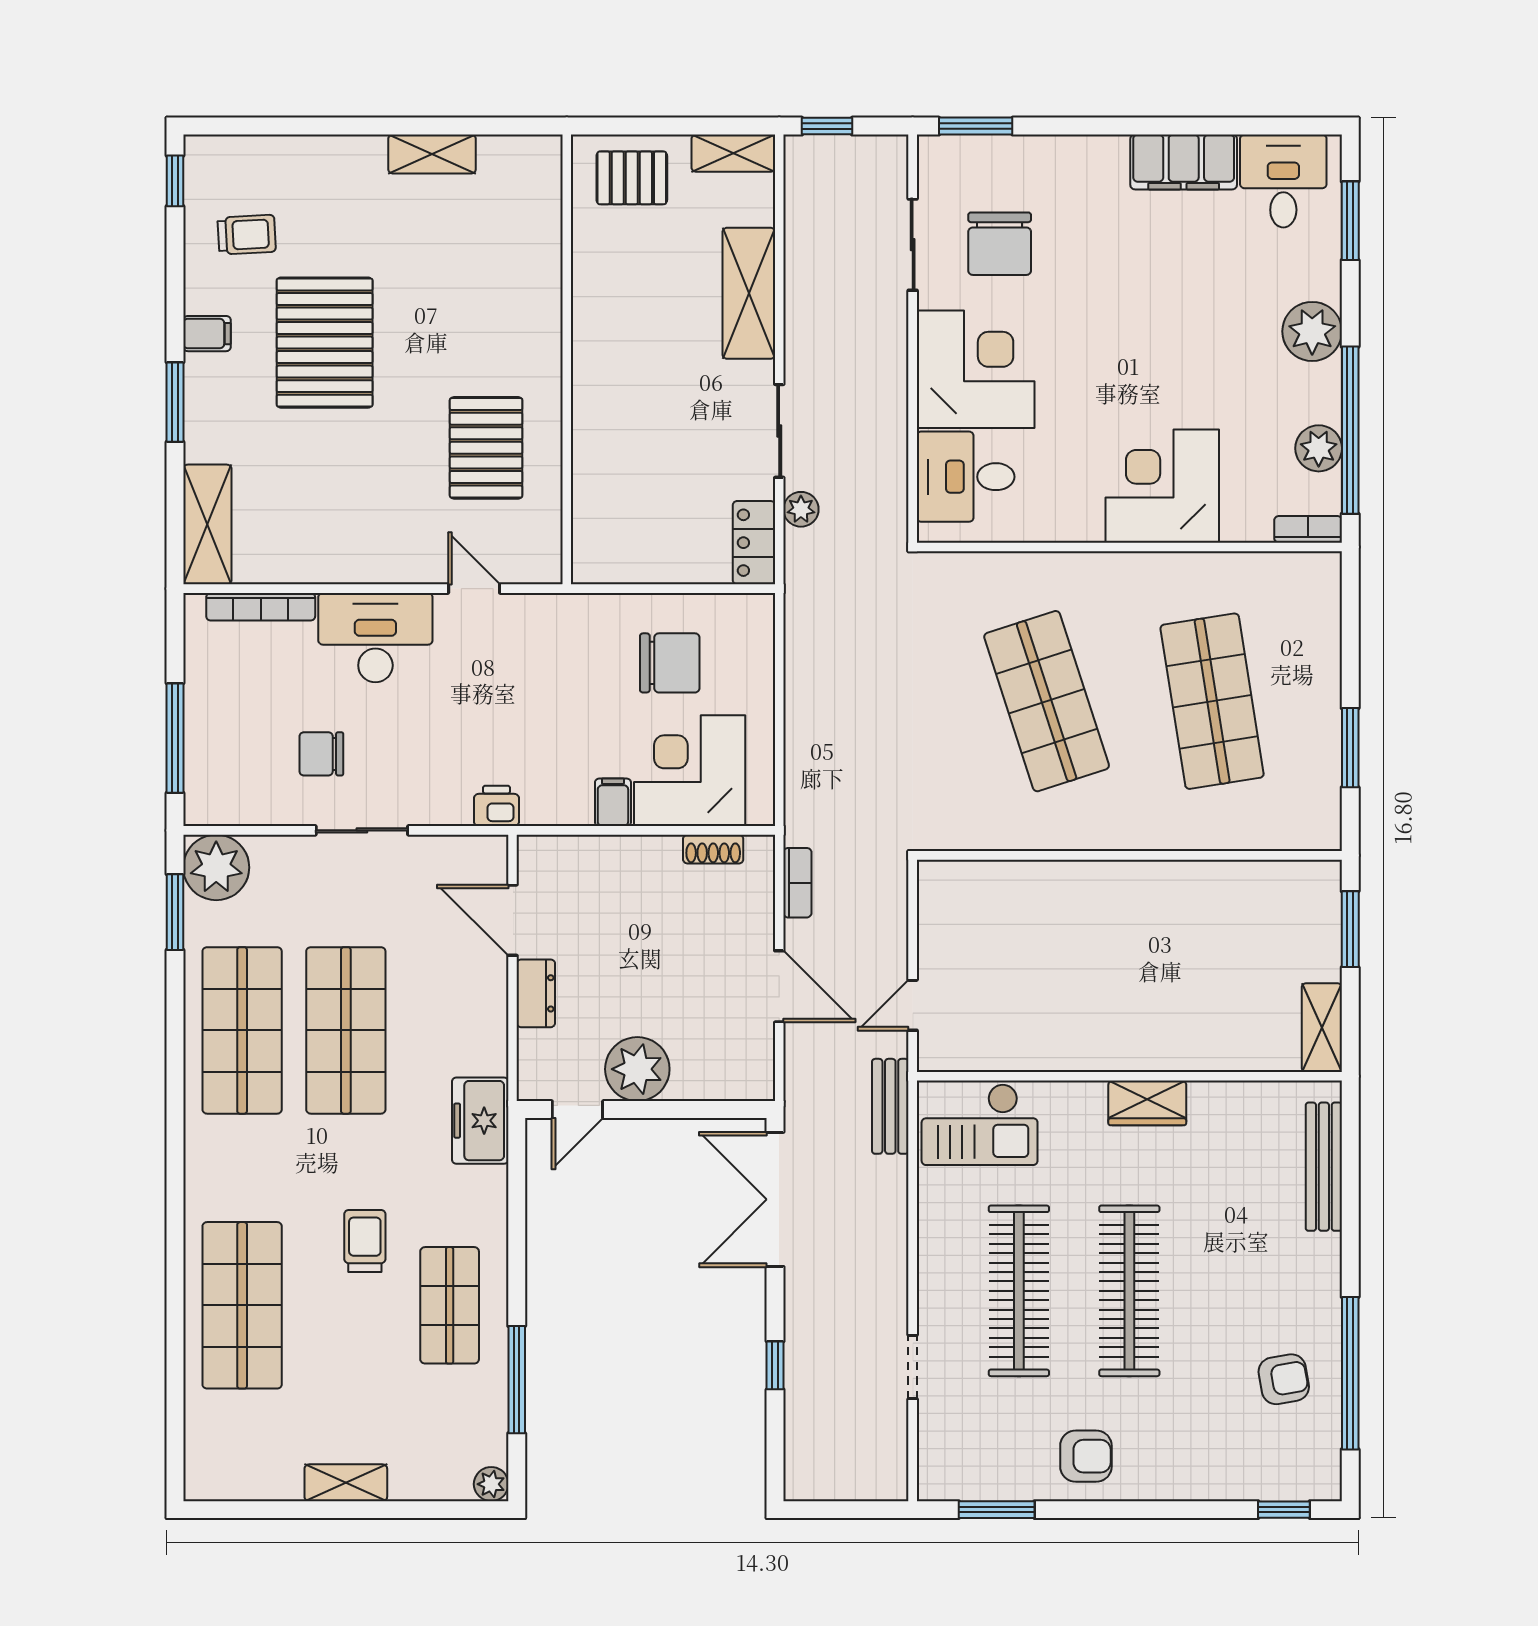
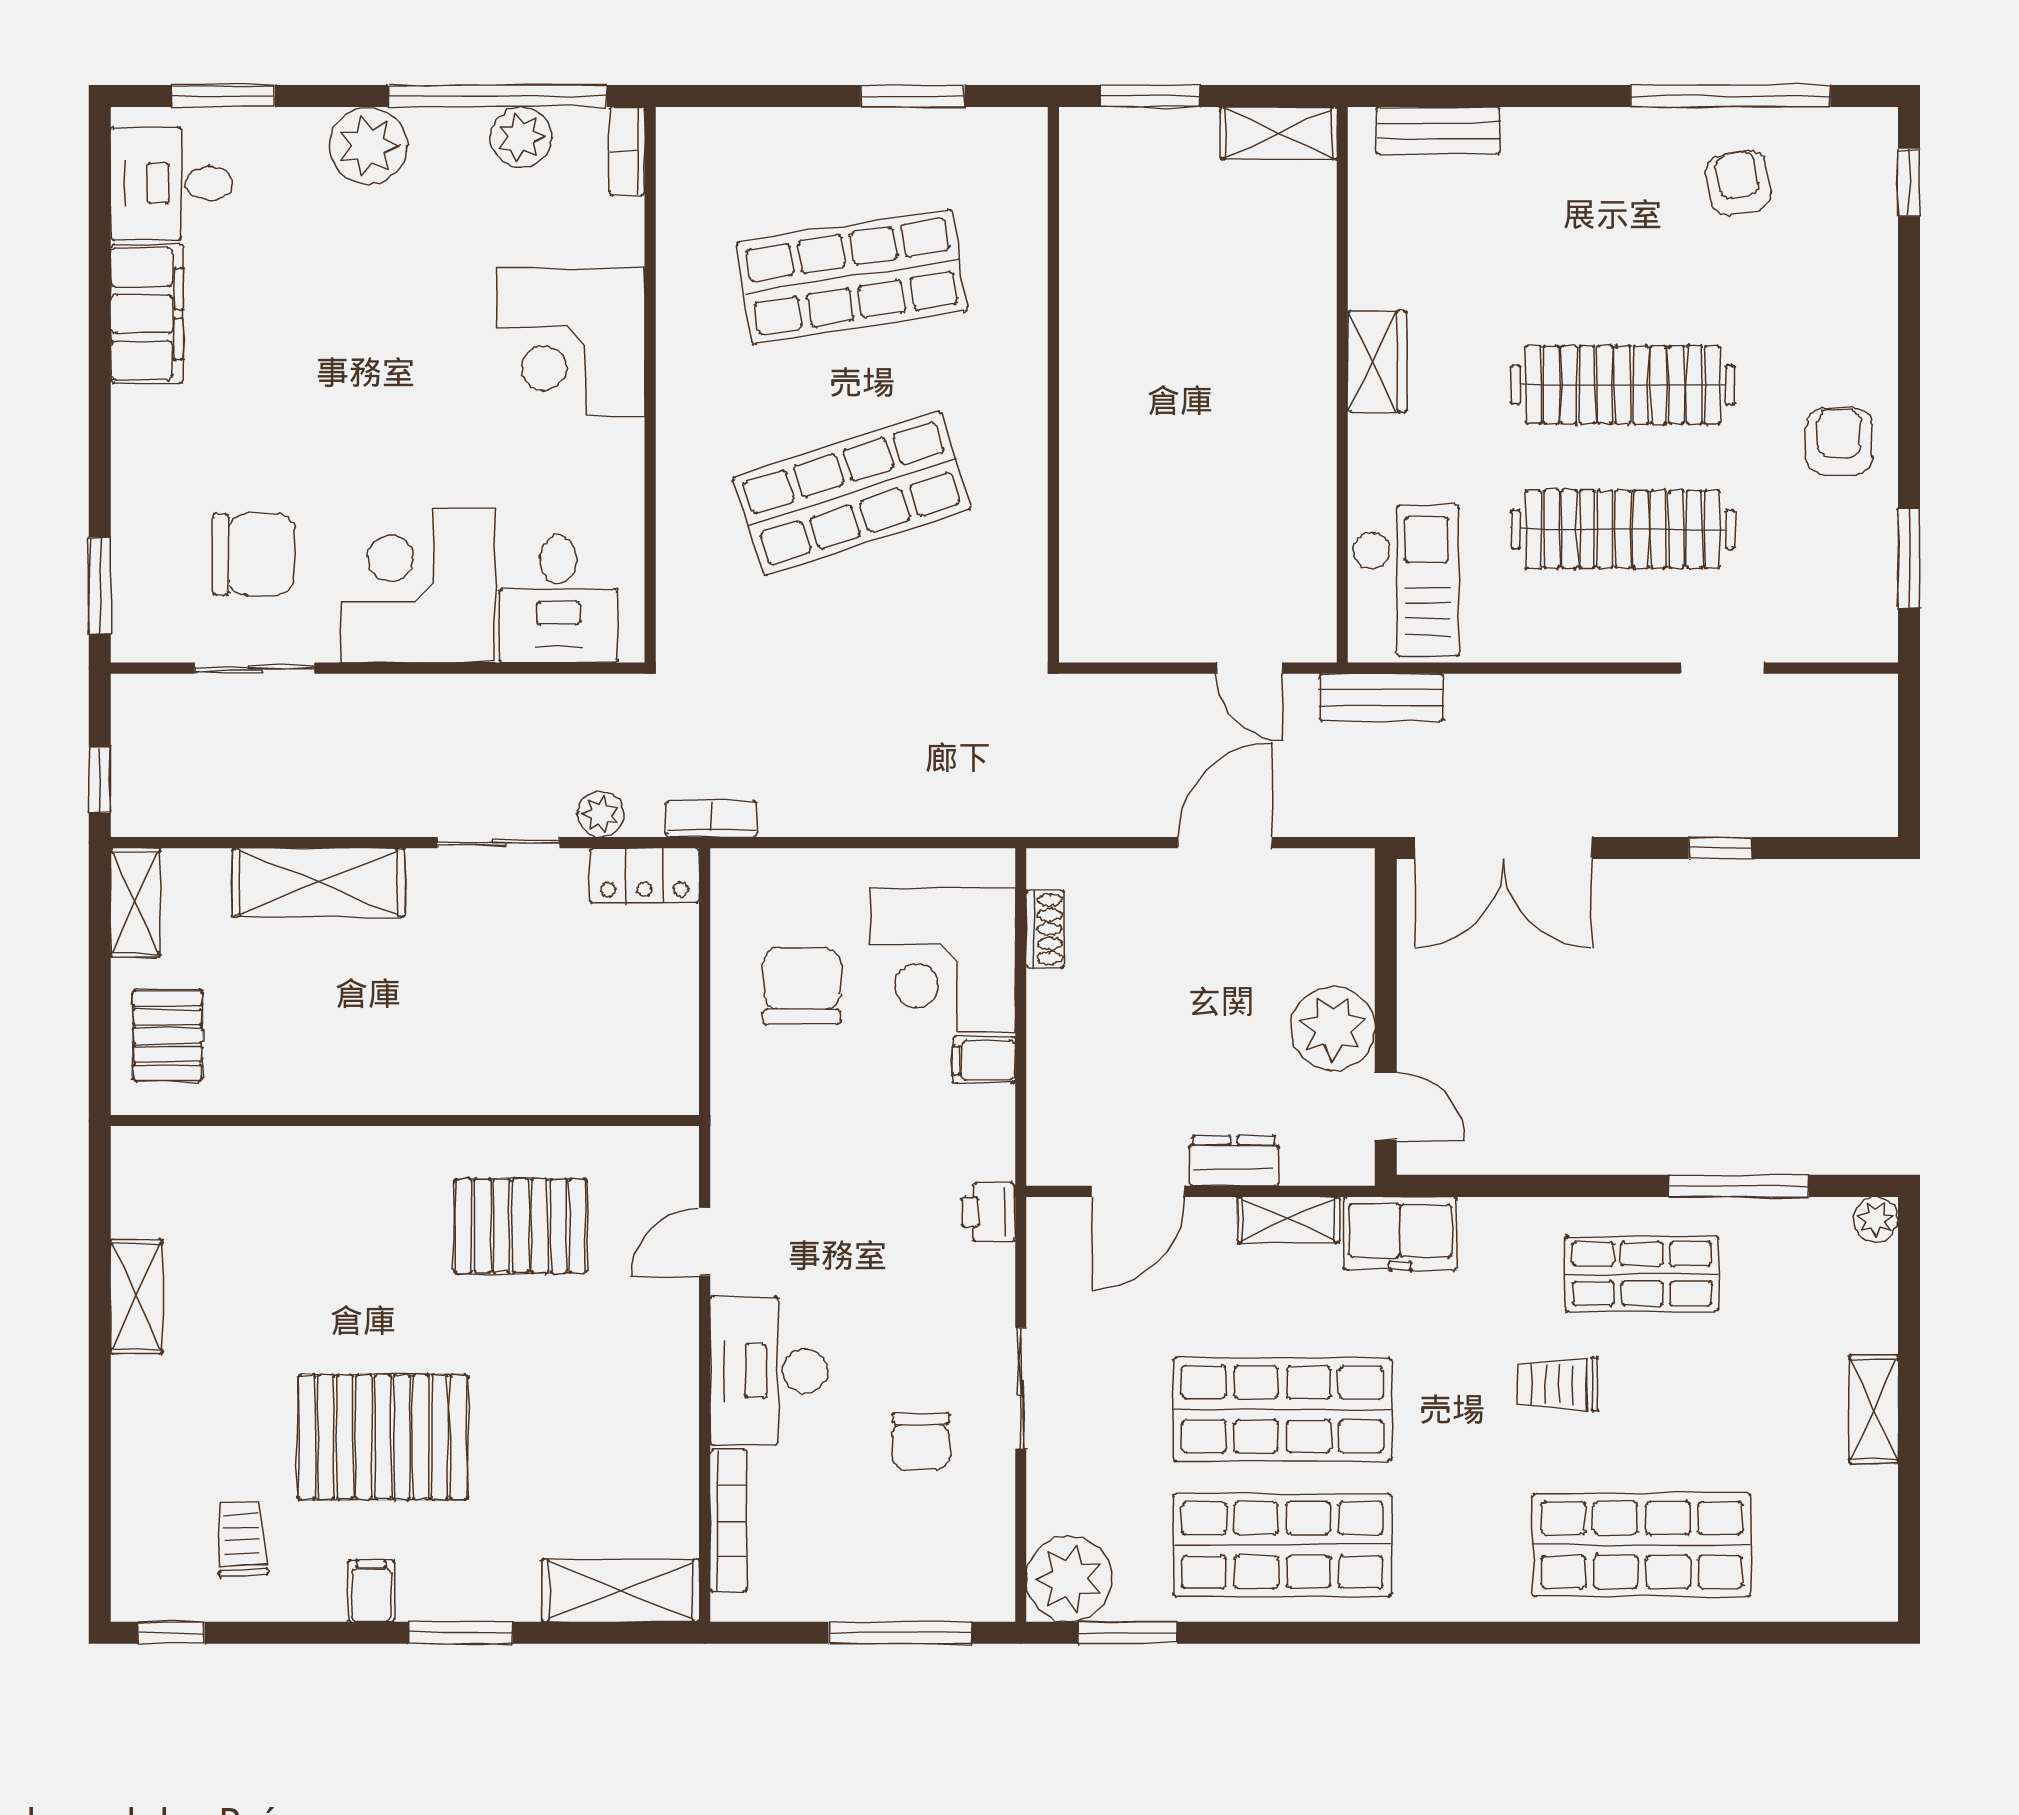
bookcase: (797, 883) -> (711, 819), moved
shelving: (491, 1035) -> (1288, 1220), added
bench: (1324, 1167) -> (1438, 130), width x0.73

